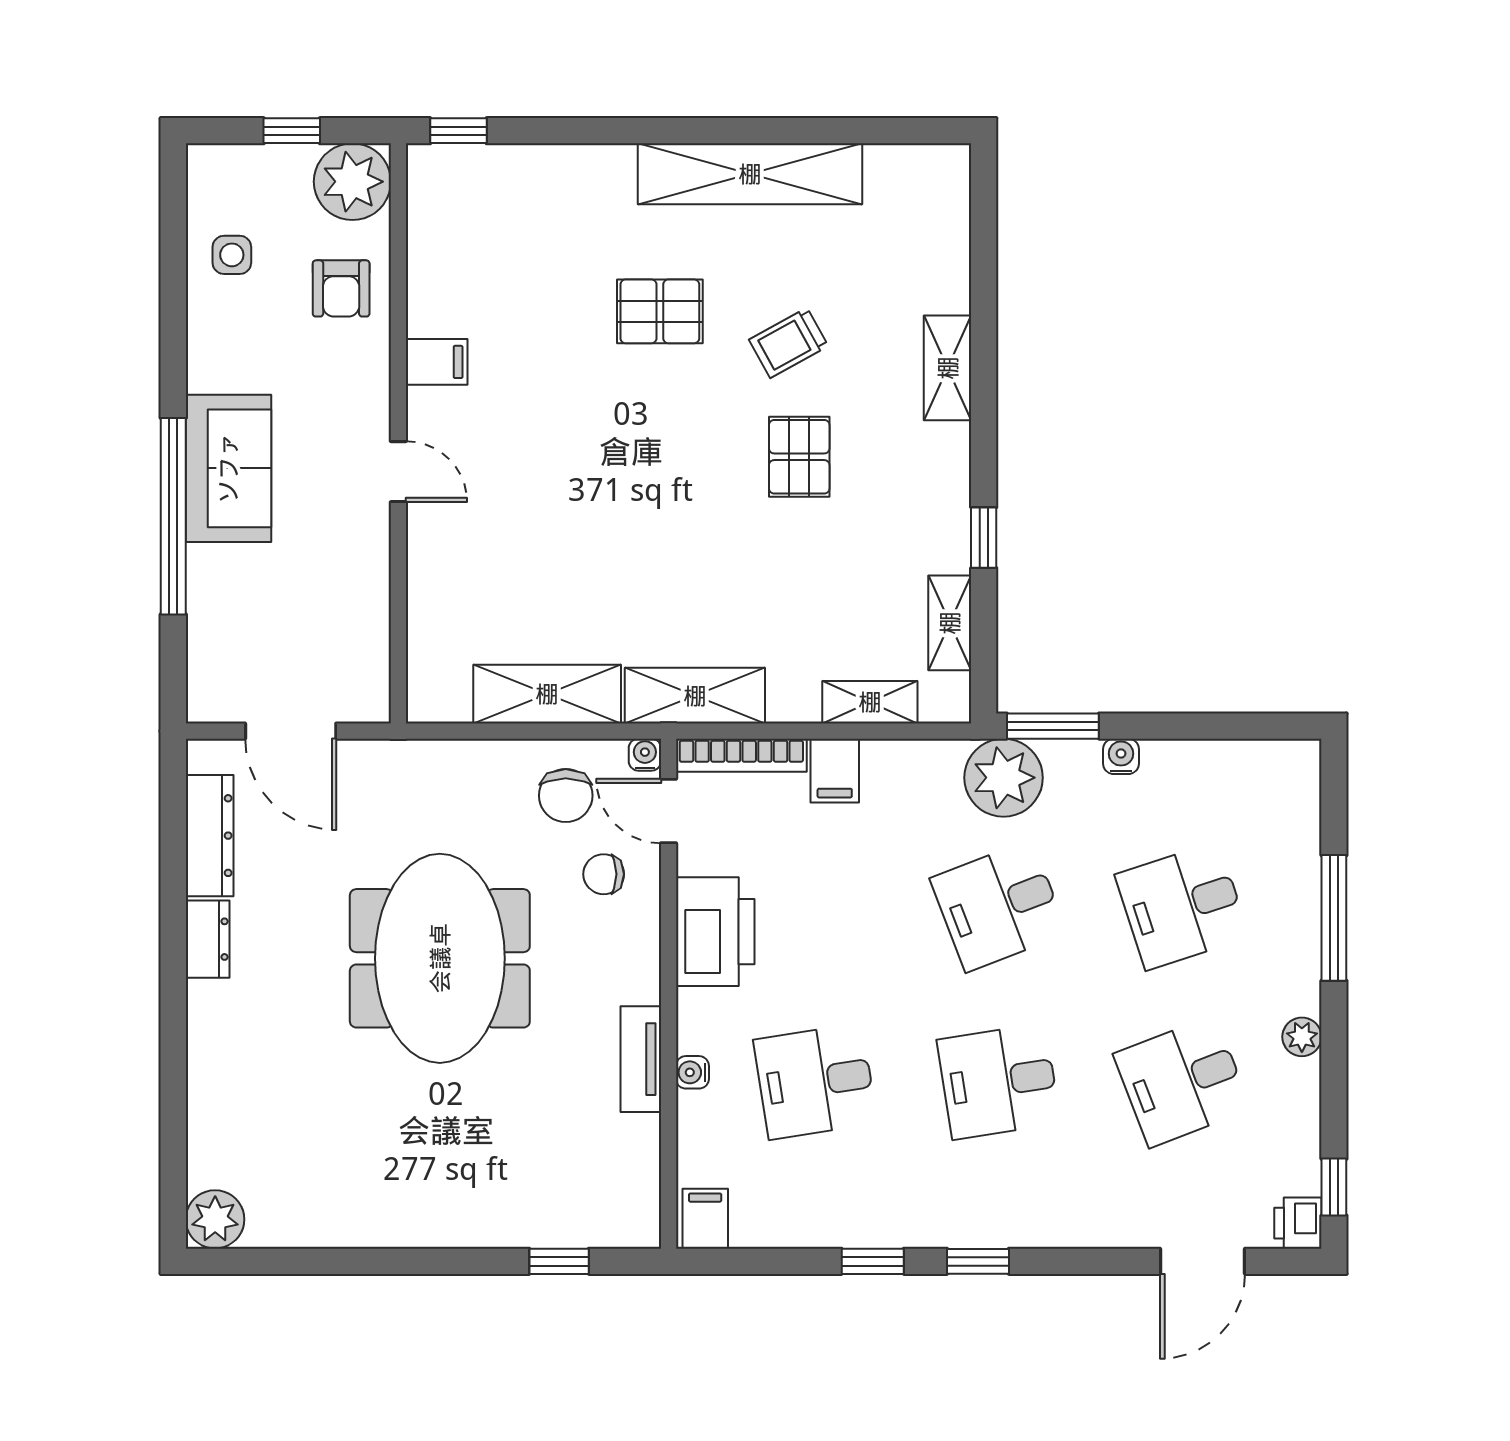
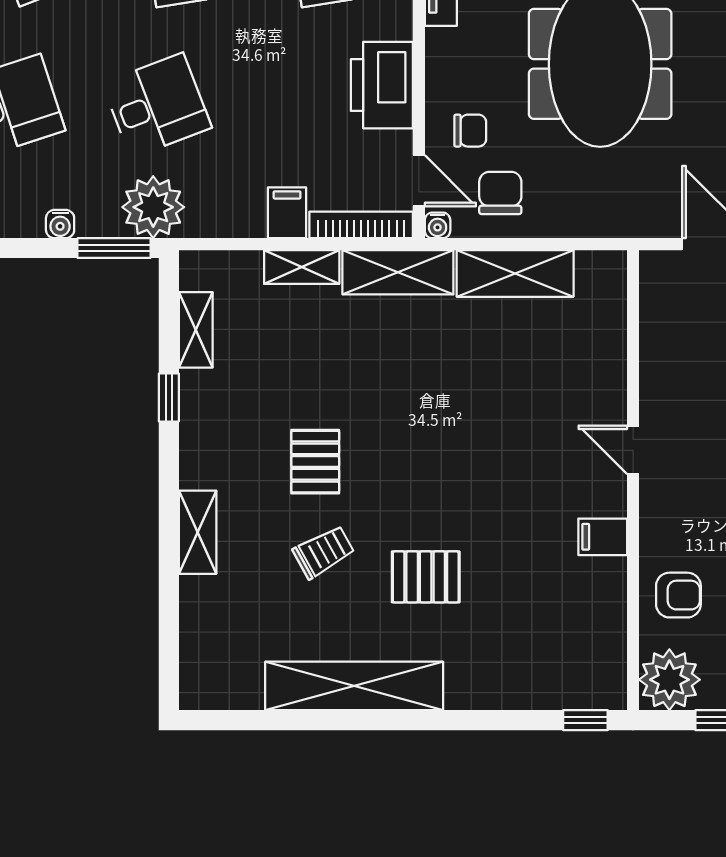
armchair: (341, 288) -> (678, 595), turned 90
shelving: (870, 702) -> (302, 267), moved

